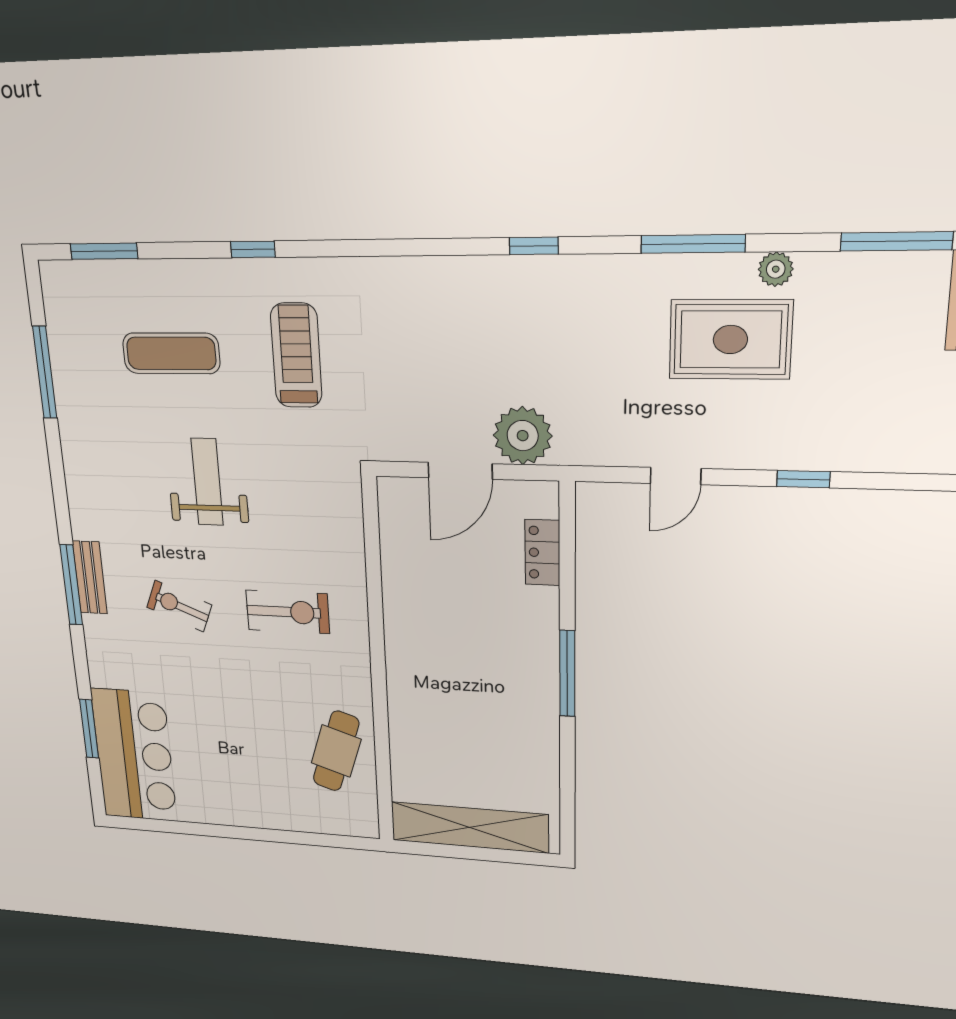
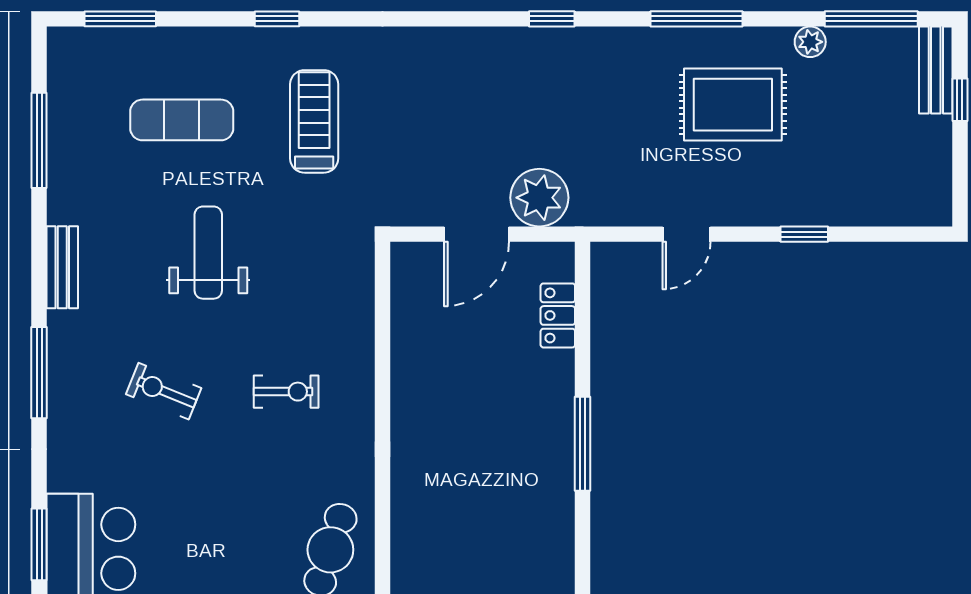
plant: (776, 269) -> (810, 42), moved
bench: (90, 577) -> (62, 267), moved
exercise bike: (288, 612) -> (286, 392), width x0.73, depth x0.72

